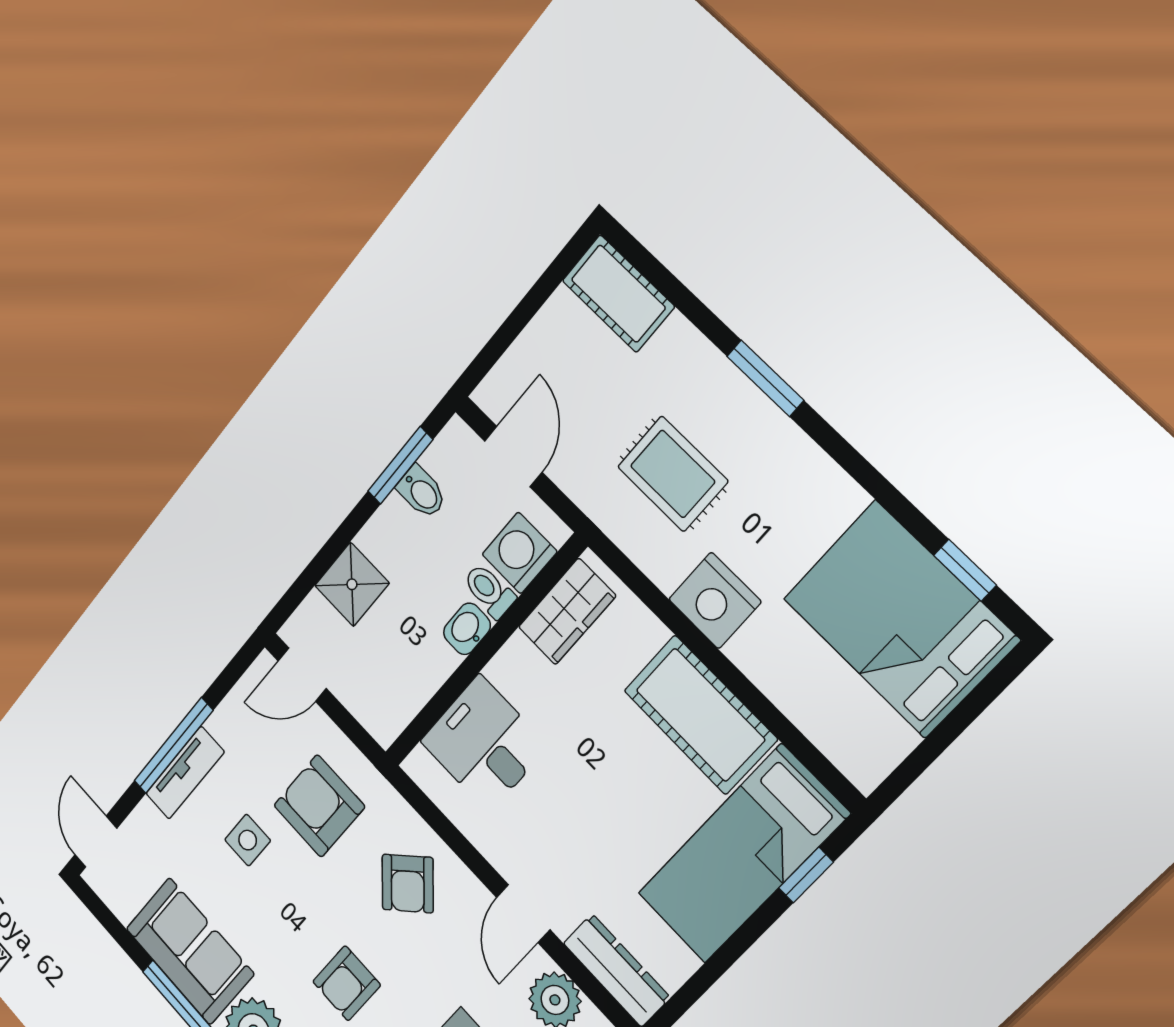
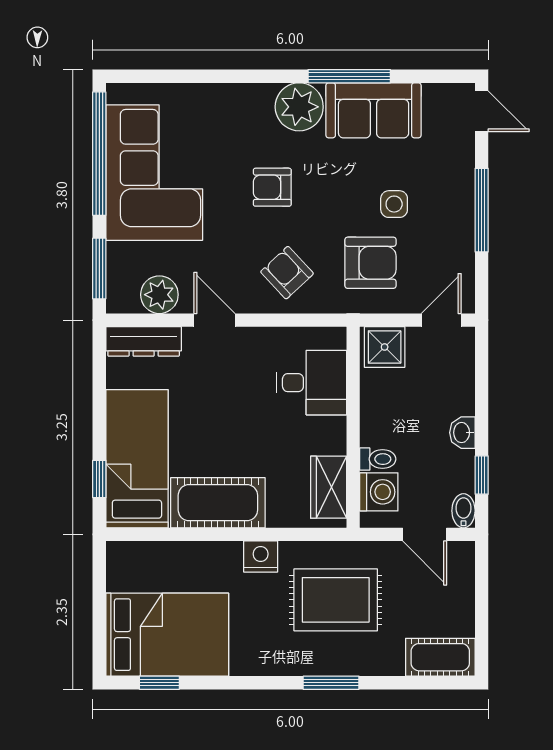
window: (400, 465) -> (482, 475), width x0.67
rug: (673, 474) -> (336, 600), width x1.36, depth x1.43
bidet: (422, 492) -> (463, 511), moved, turned 90
shower: (352, 584) -> (385, 347), moved
nightstand: (715, 600) -> (261, 556), width x0.74, depth x0.75
washbasin: (467, 629) -> (462, 433), moved, turned 180
tv unit: (185, 773) -> (462, 203), removed
armchair: (347, 983) -> (272, 187), turned -90

